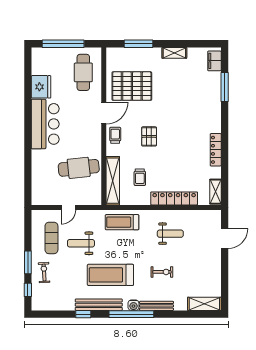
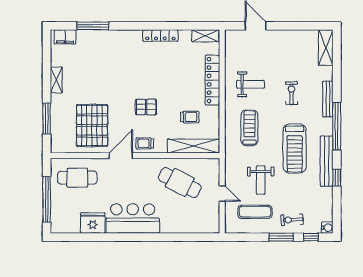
door: (104, 113) -> (121, 156), hinge flipped
cafe table: (79, 168) -> (180, 183), turned -57
treadmill: (122, 222) -> (249, 128), moved, turned 180
weight bench: (170, 234) -> (250, 84), turned 90
water cooler: (133, 305) -> (327, 228), moved

